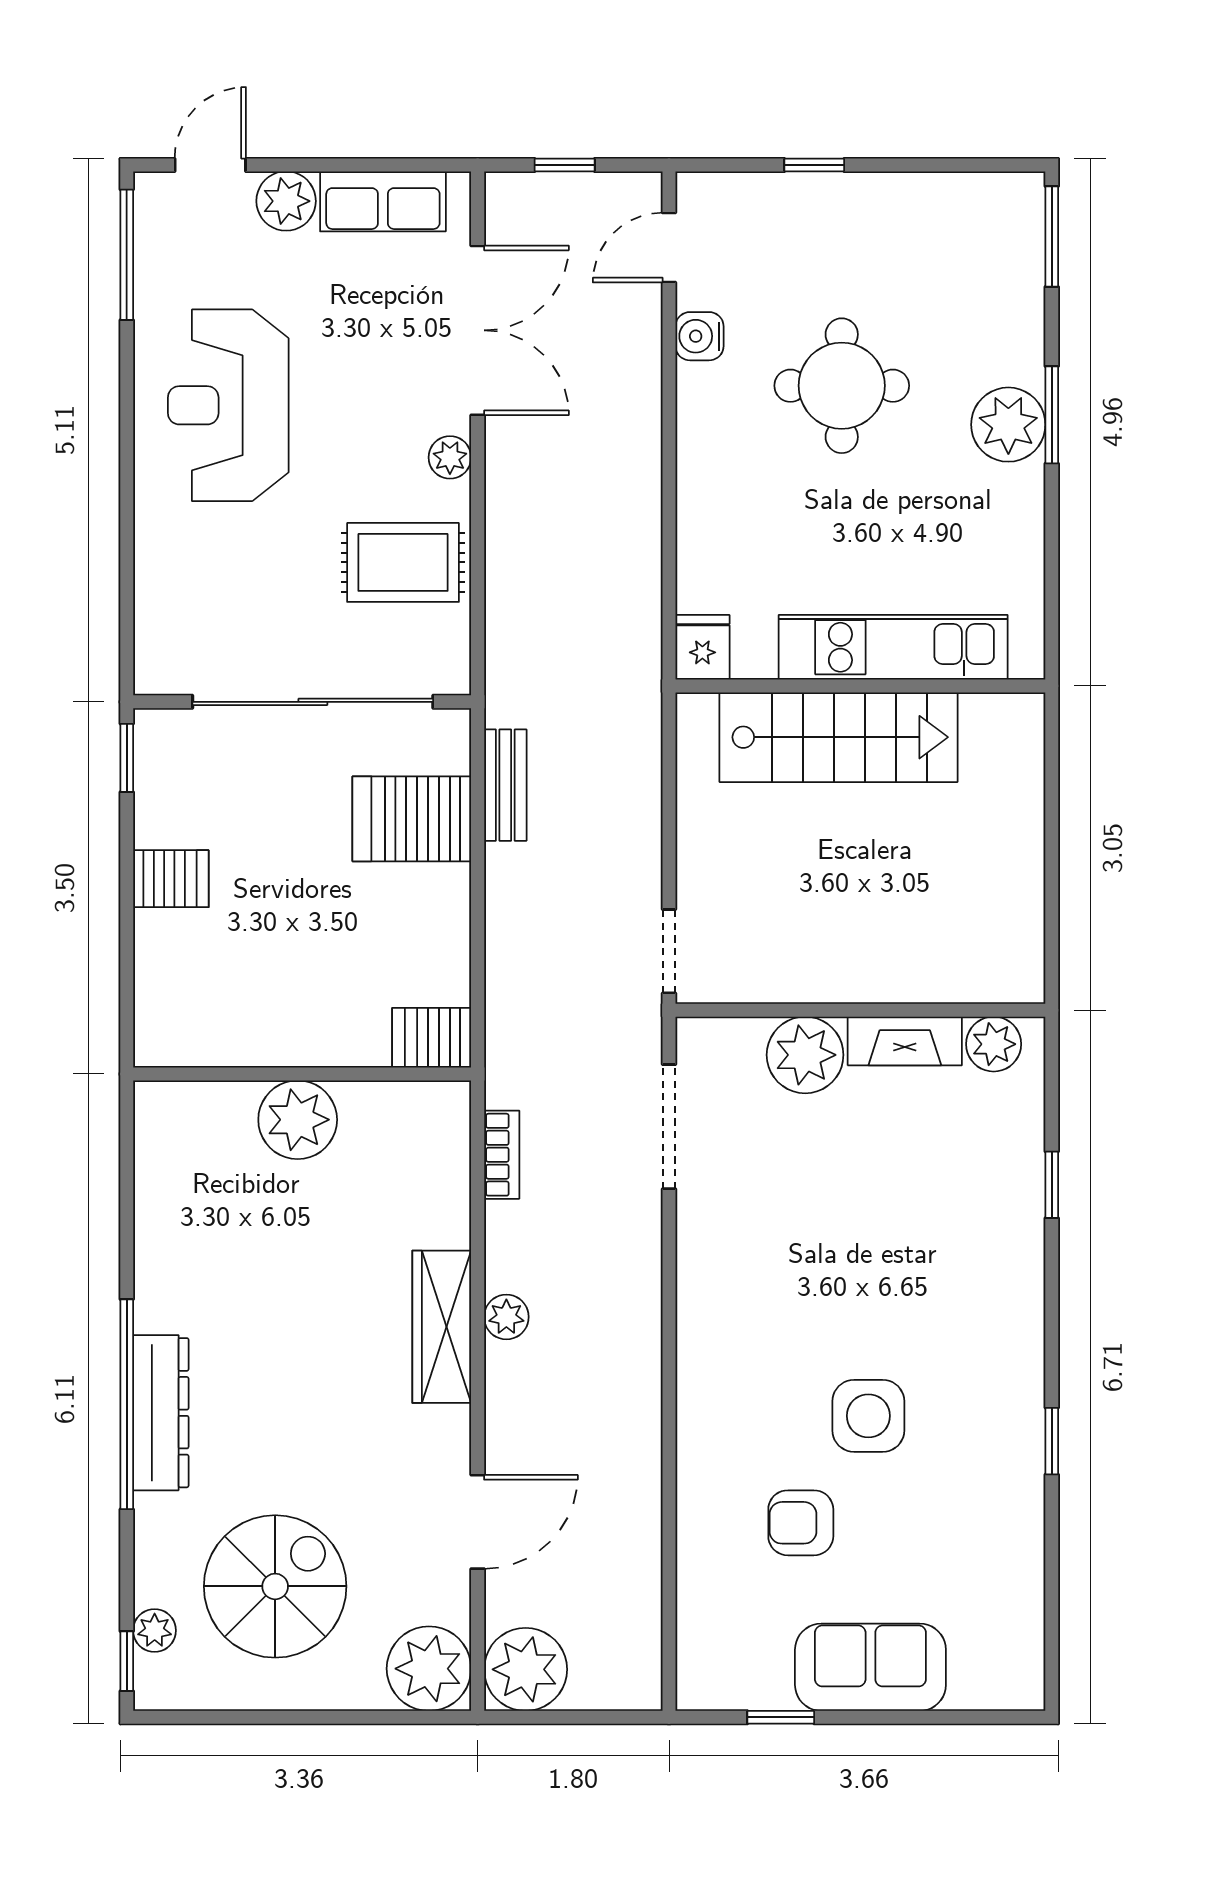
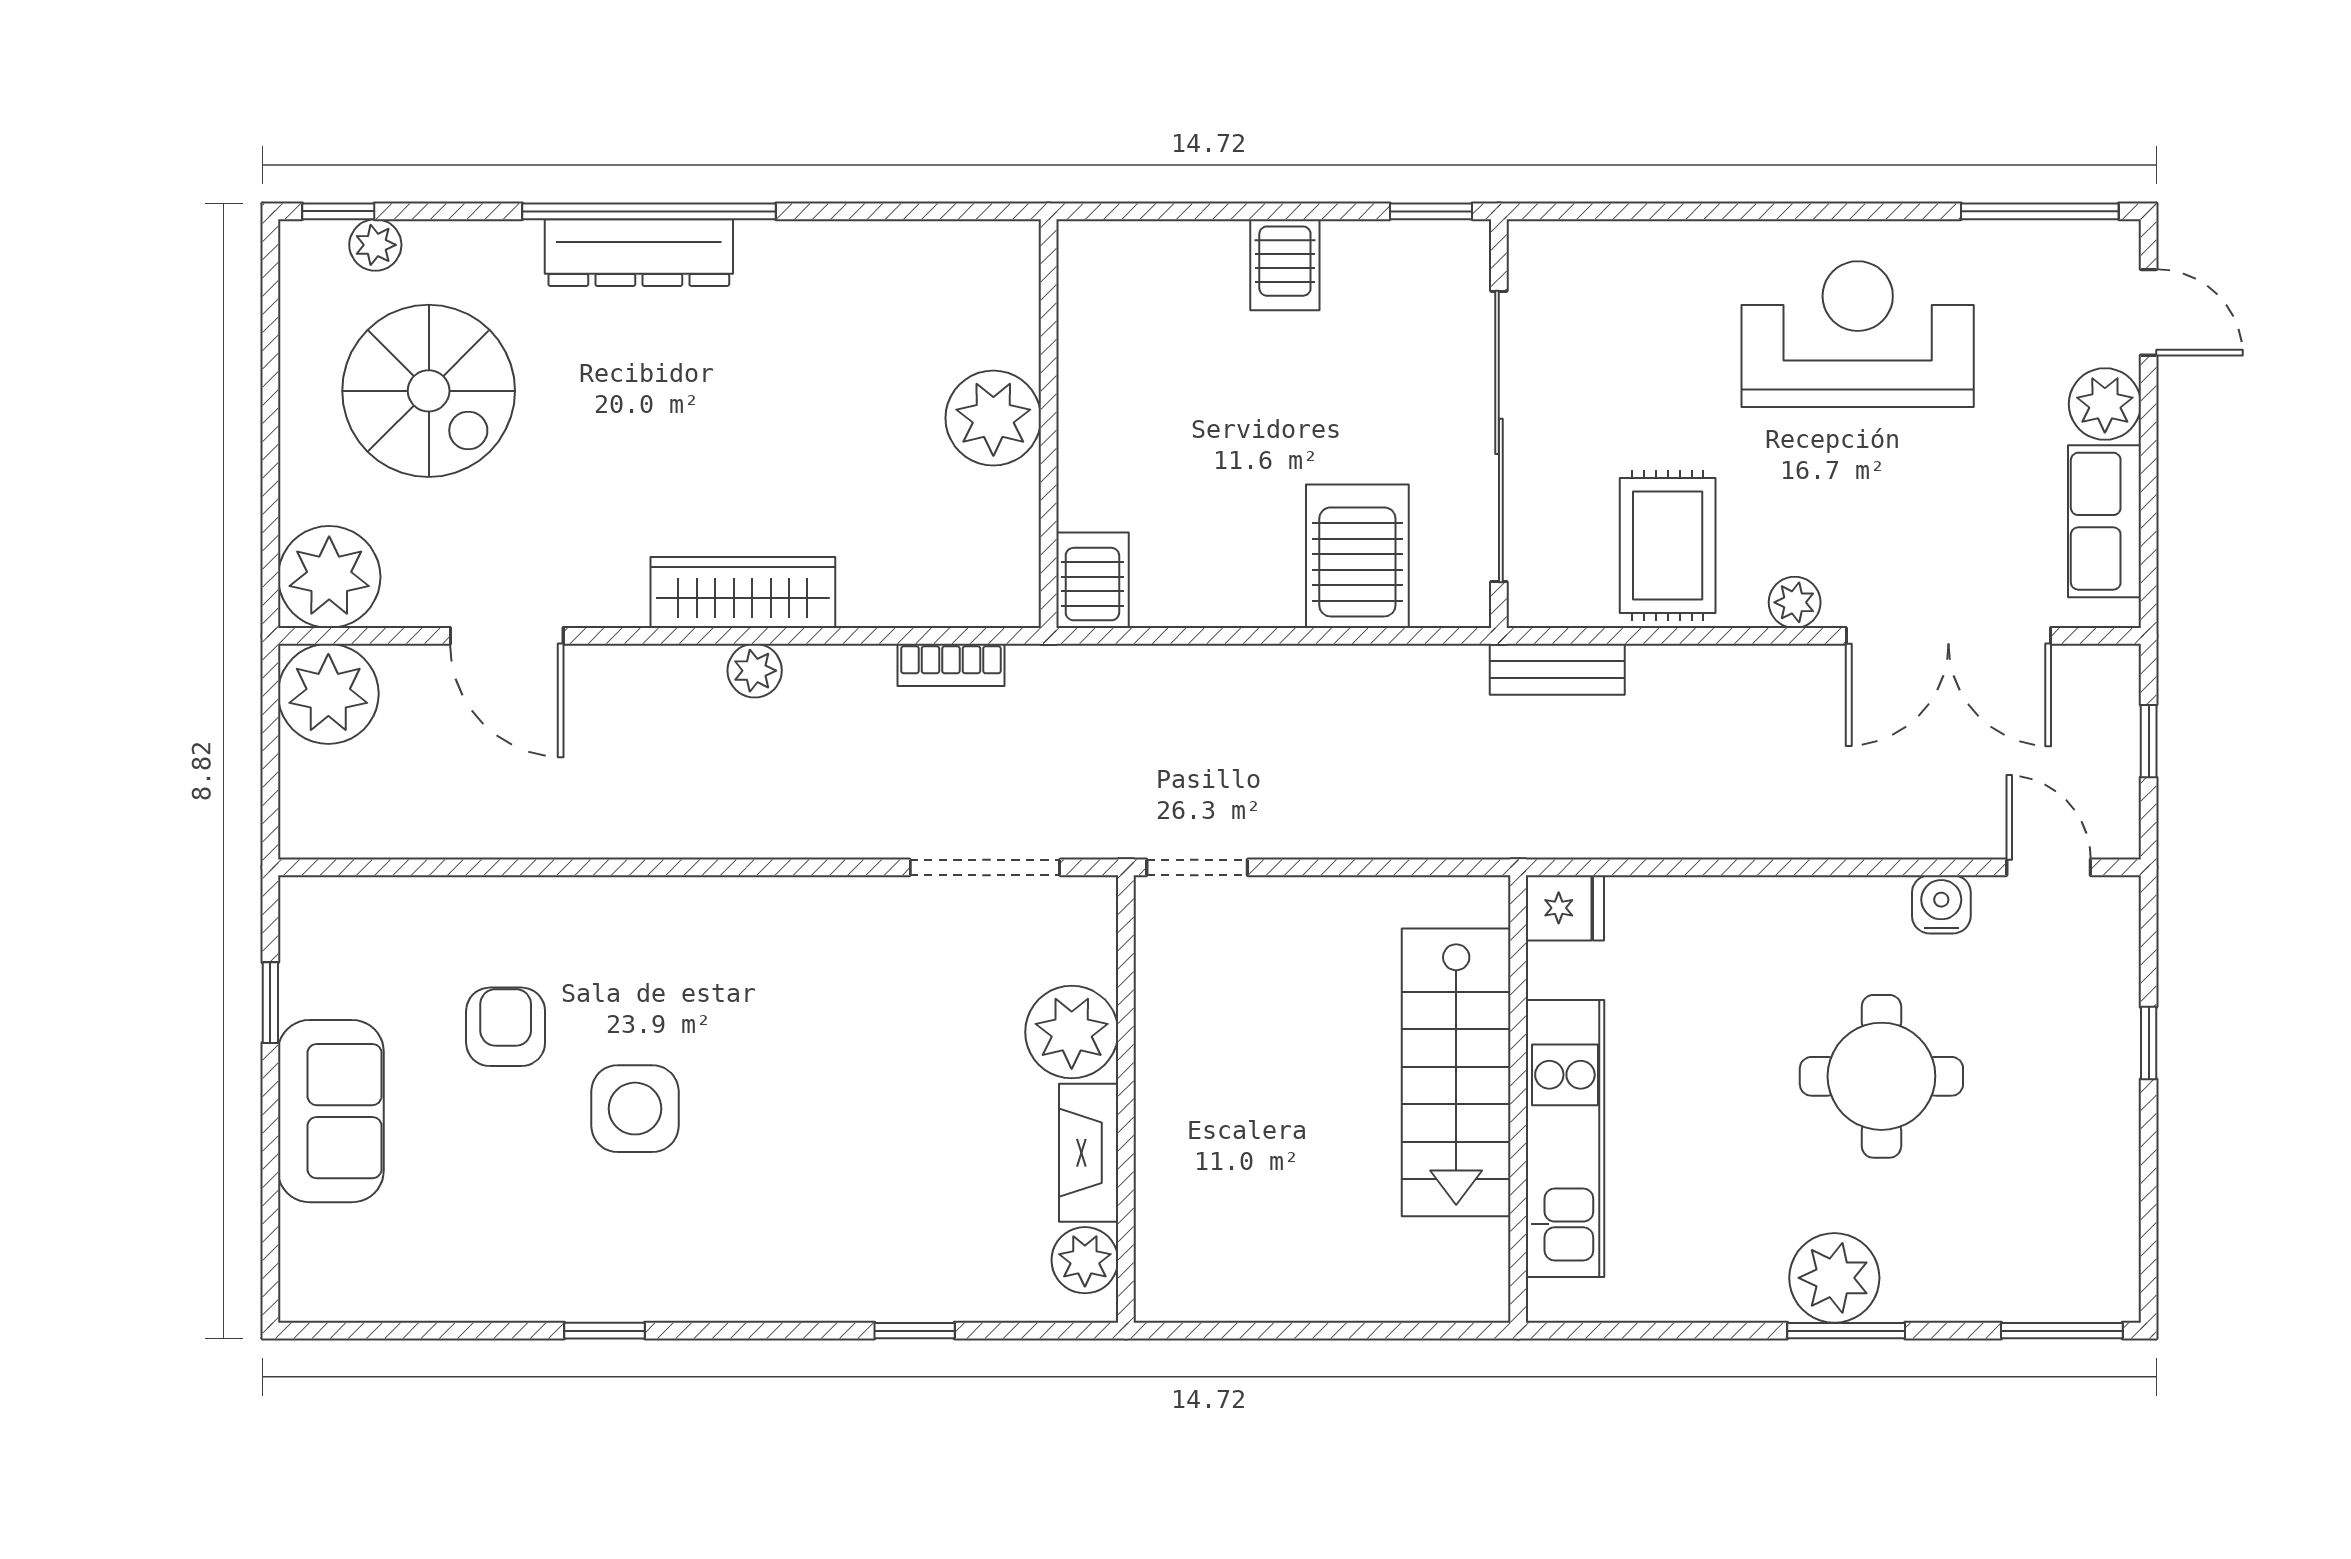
bench: (505, 785) -> (1557, 669), moved

